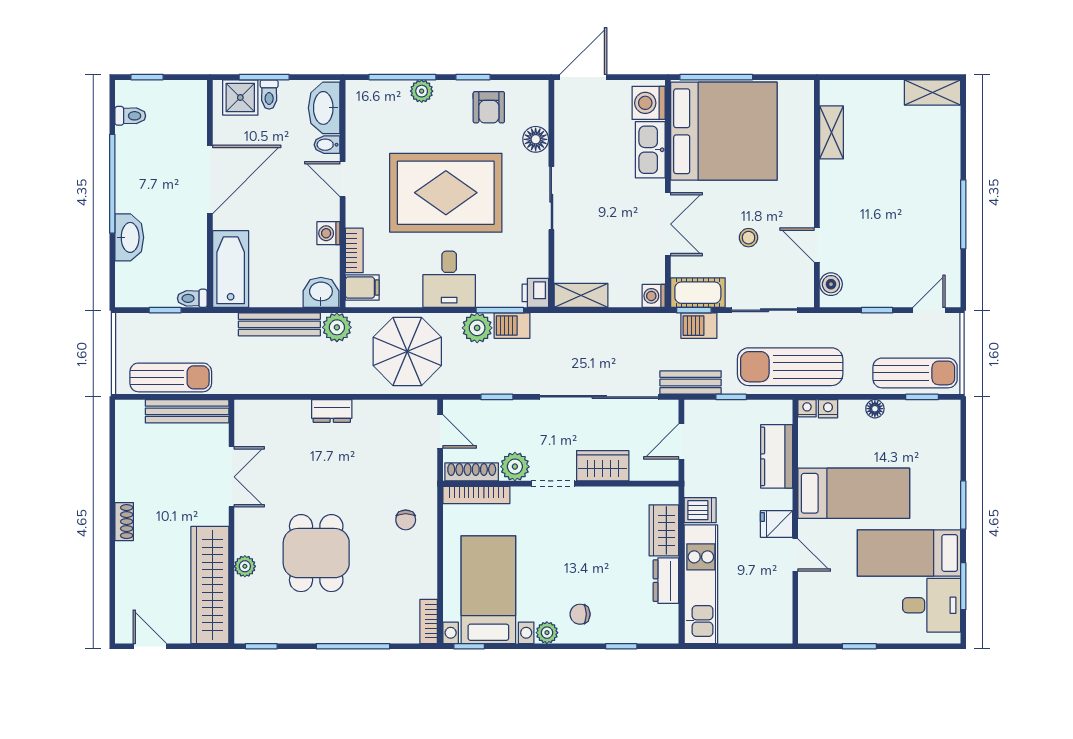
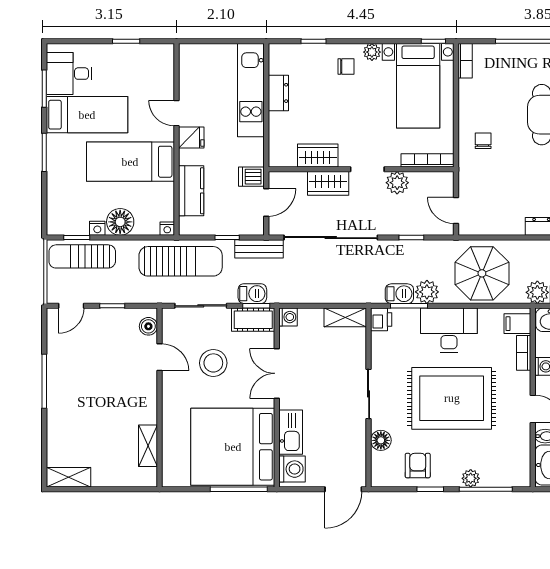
stool: (748, 238) -> (213, 363), width x1.89, depth x1.89
desk: (449, 279) -> (449, 330), width x1.37
nightstand: (828, 409) -> (97, 228), moved
floor lamp: (875, 409) -> (120, 222), width x1.89, depth x1.89
shoe rack: (472, 472) -> (431, 179), removed
dishwasher: (700, 510) -> (251, 177), moved
wardrobe: (664, 530) -> (318, 156), moved, turned -90

